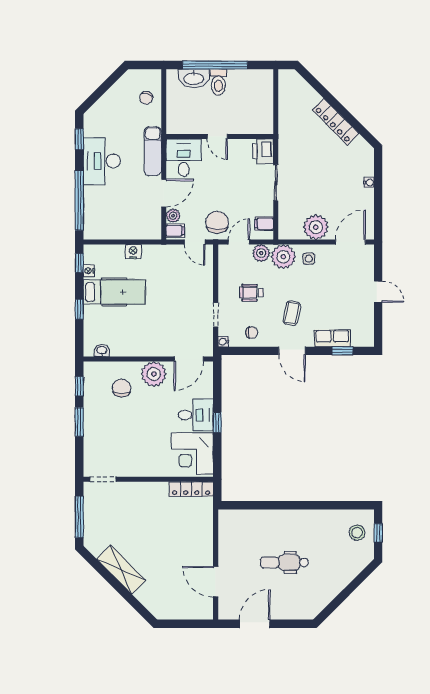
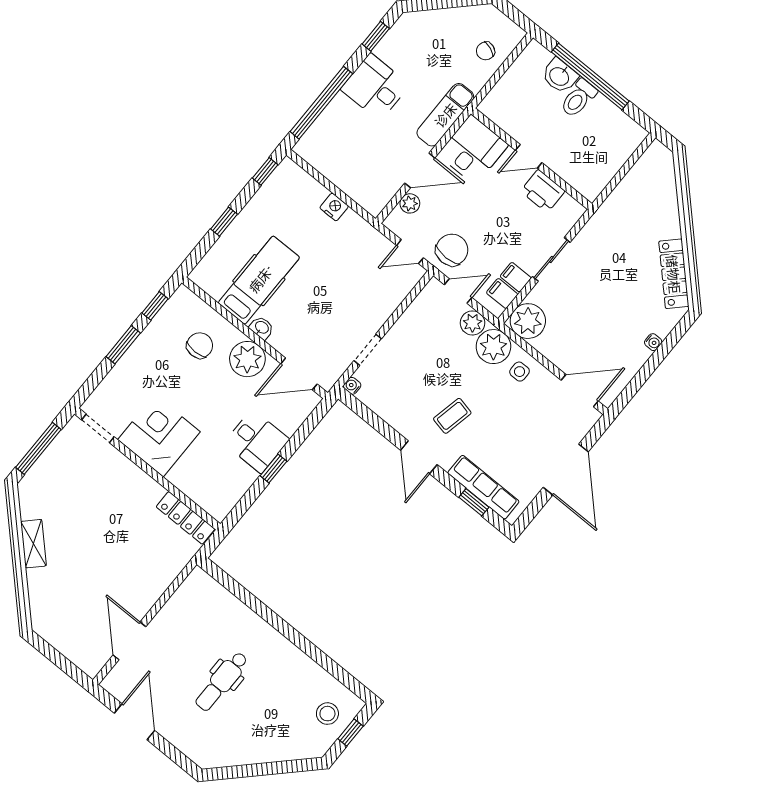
washbasin: (194, 78) -> (560, 76), width x0.72
locker: (336, 122) -> (674, 274), moved
door: (217, 136) -> (529, 156), hinge flipped
printer: (263, 151) -> (543, 191), moved, turned -90
desk: (102, 161) -> (375, 87), width x0.73
plant: (316, 227) -> (528, 321), moved
filing cabinet: (175, 231) -> (516, 277), moved, turned 180
door: (195, 242) -> (410, 252), hinge flipped
nightstand: (89, 271) -> (269, 188), removed
hospital bed: (114, 292) -> (259, 280), moved, turned -90
door: (378, 292) -> (566, 469), width x1.87
wheelchair: (251, 293) -> (427, 357), removed
chair: (252, 333) -> (391, 401), removed
row of seats: (332, 338) -> (483, 487), width x1.48
washbasin: (102, 350) -> (262, 328), moved
corner desk: (192, 453) -> (159, 436), moved, turned 90
dental chair: (284, 562) -> (222, 681), turned -90
shelving: (121, 570) -> (34, 544), width x0.67, depth x0.75
door: (255, 624) -> (135, 722), hinge flipped

